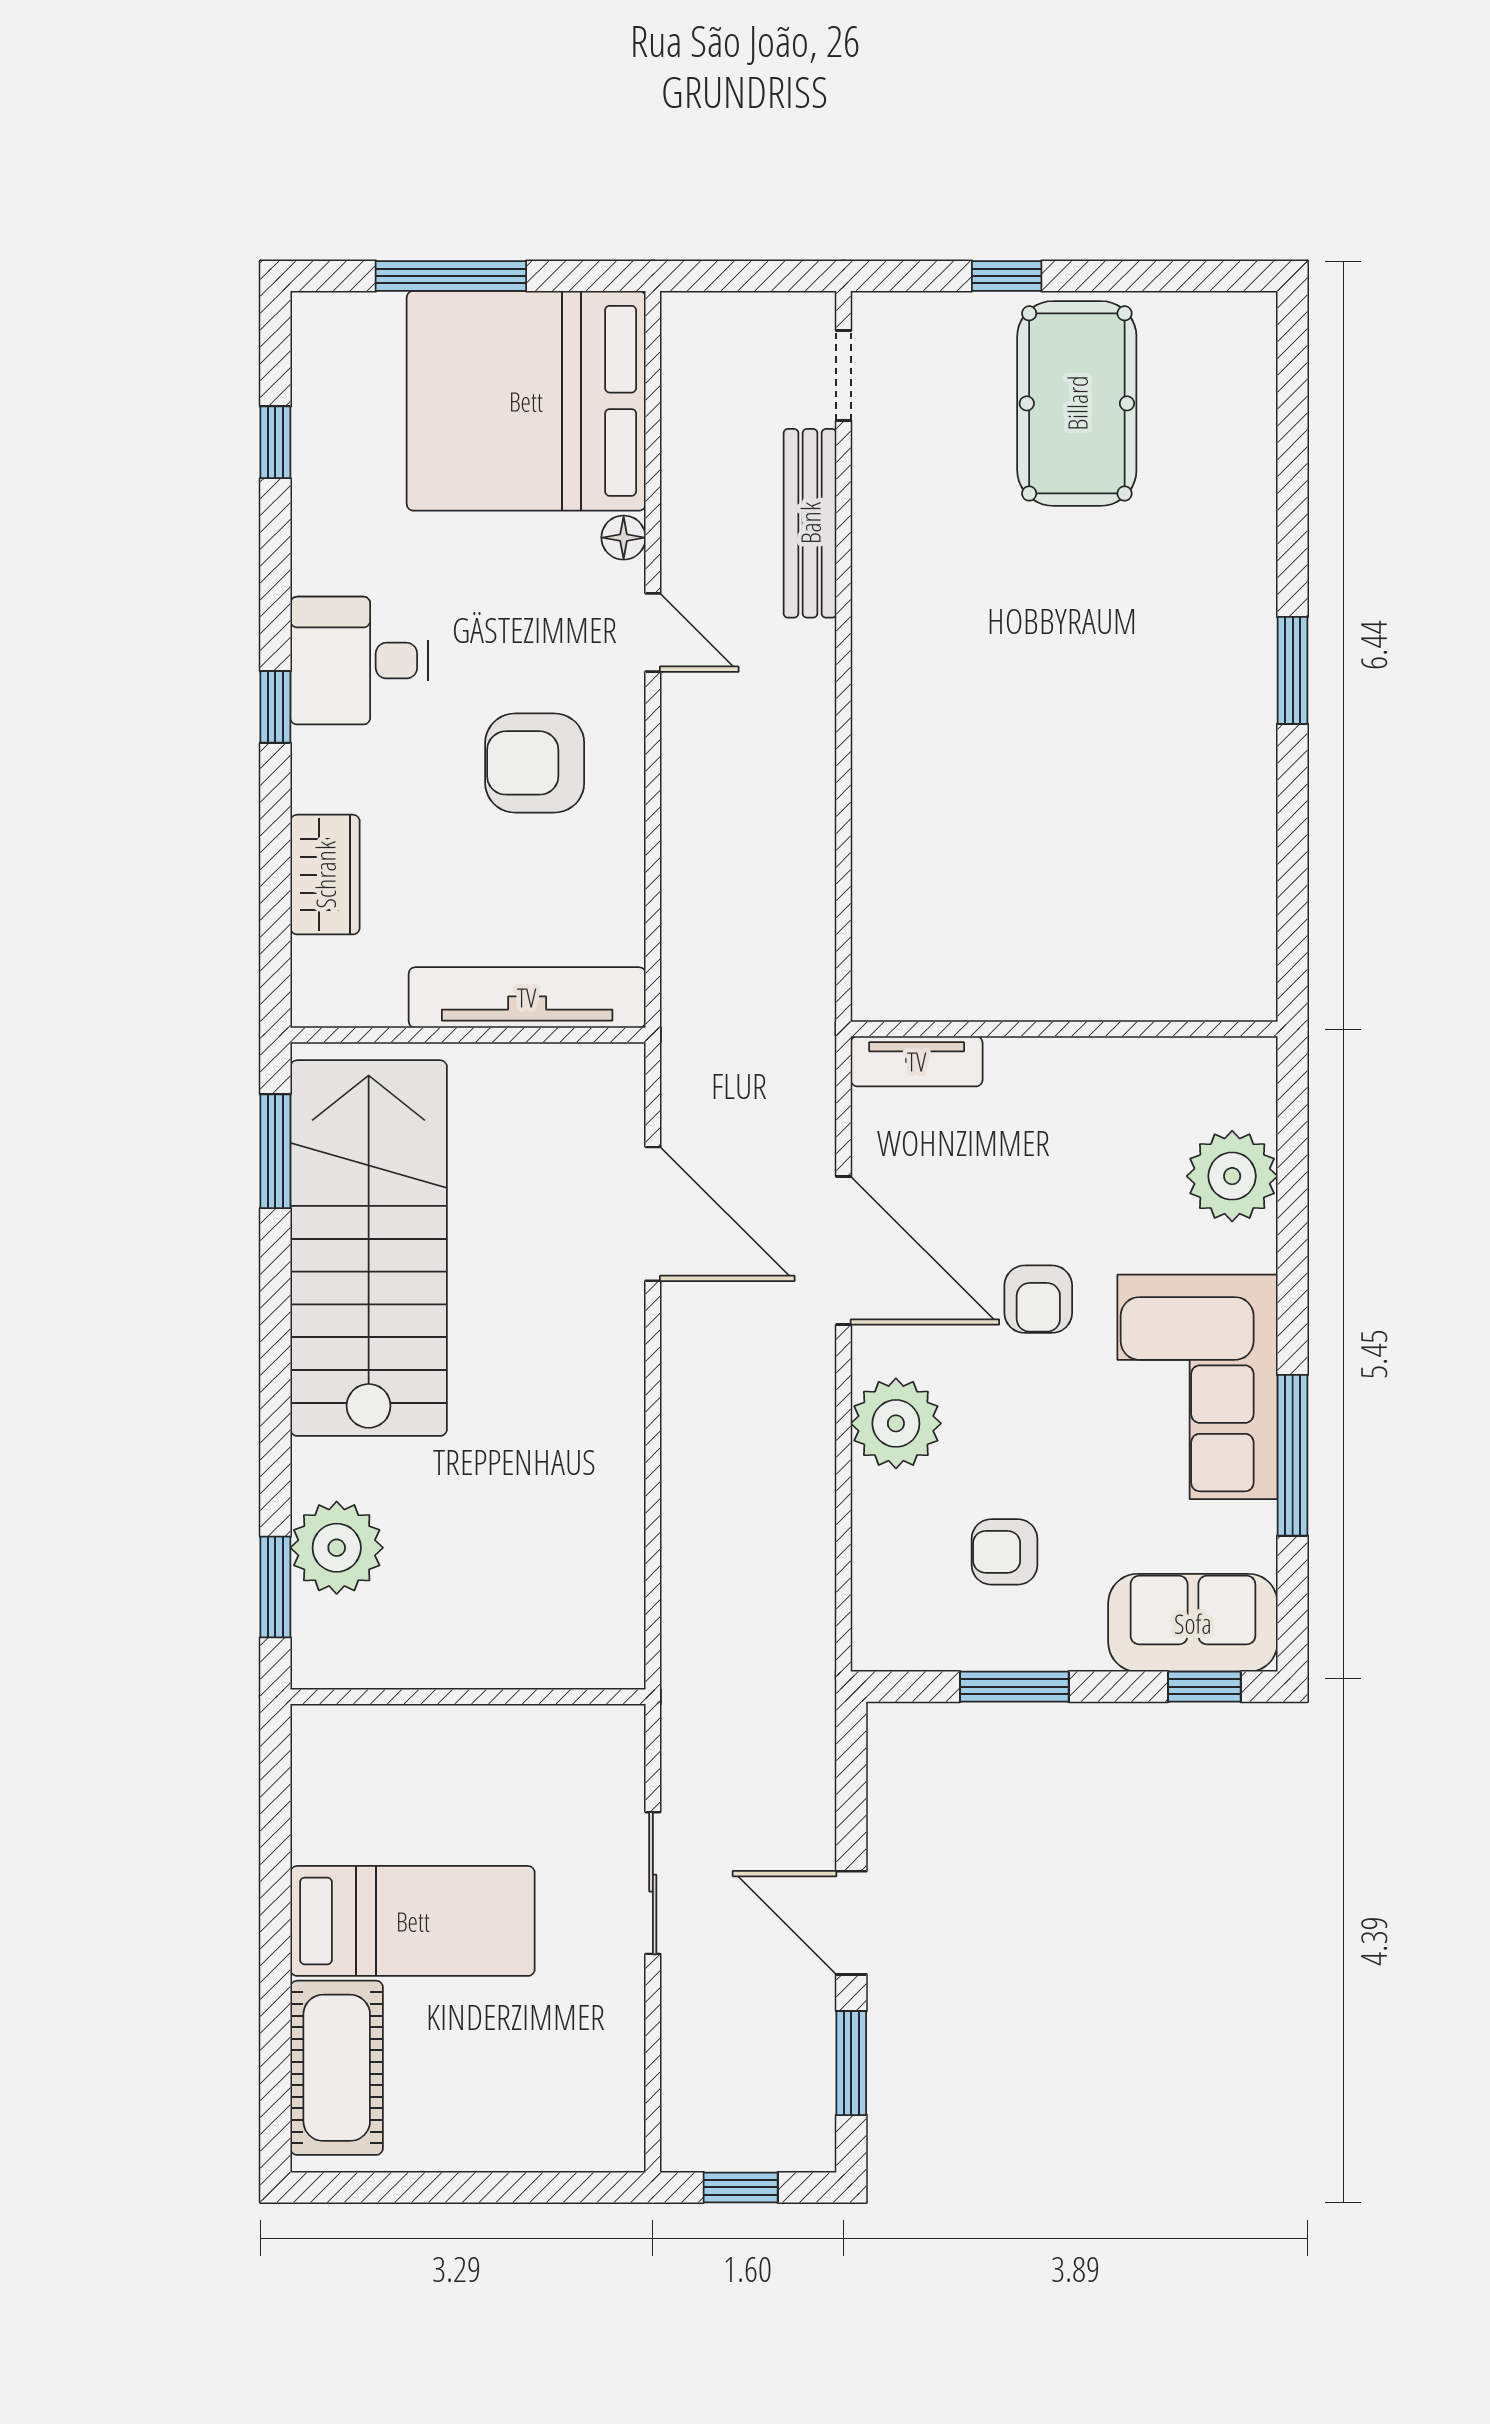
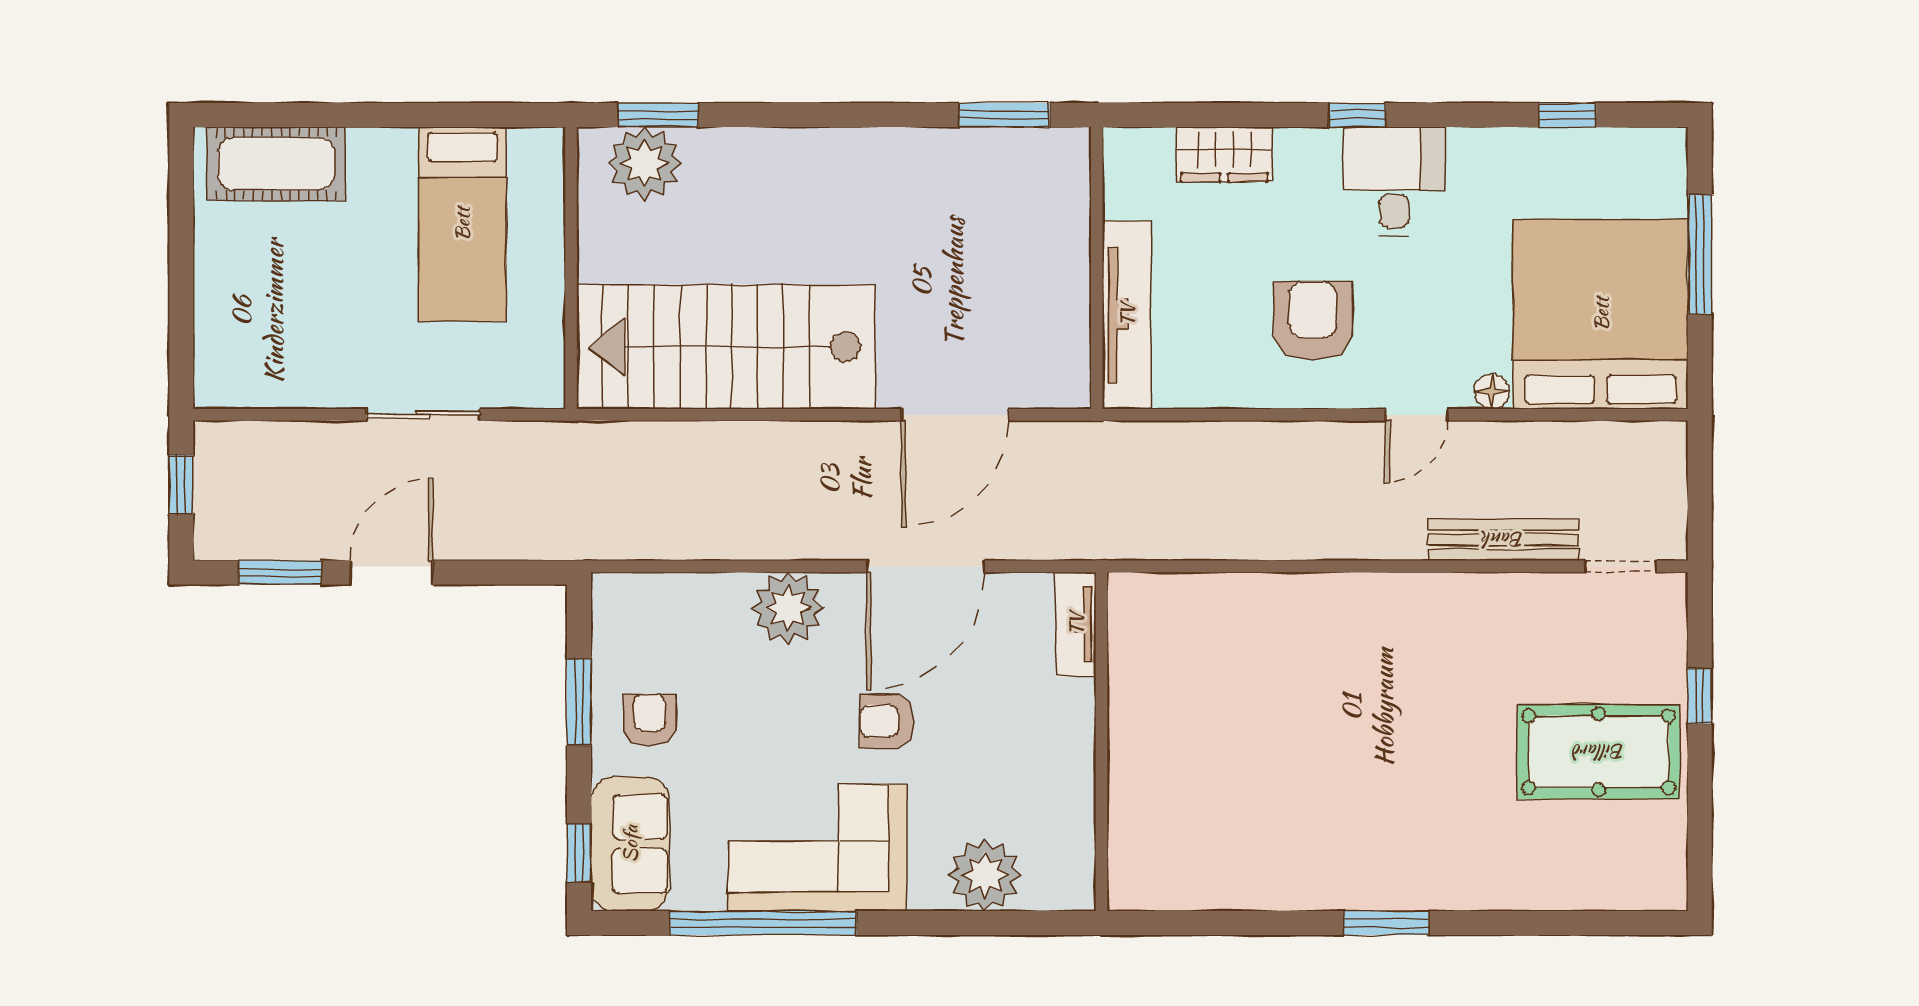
stairs: (369, 1248) -> (726, 347), moved, turned 180
window: (1293, 1455) -> (763, 923), width x1.46
plant: (337, 1548) -> (645, 164), moved
armchair: (1005, 1552) -> (650, 720), moved
bed: (413, 1921) -> (462, 224), moved

